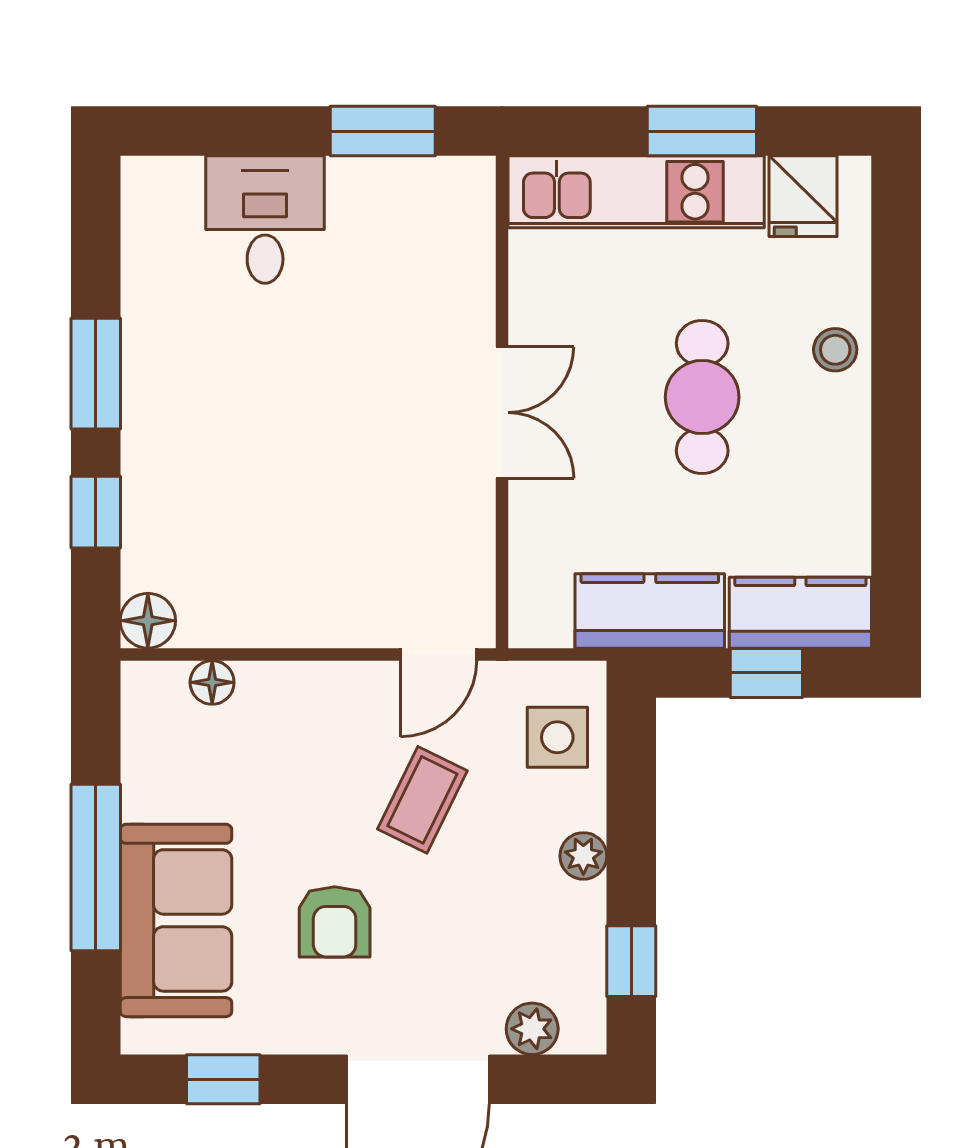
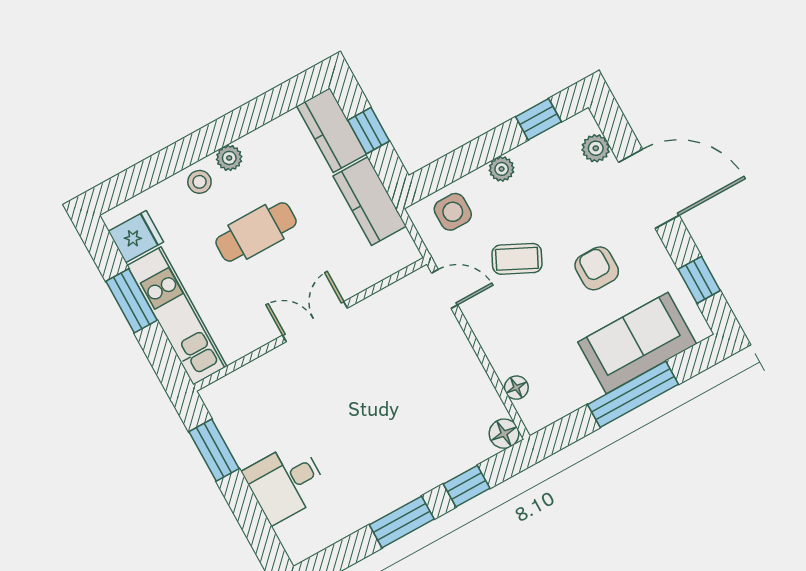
plant: (848, 420) -> (229, 158), added
armchair: (335, 922) -> (597, 268), turned -90

